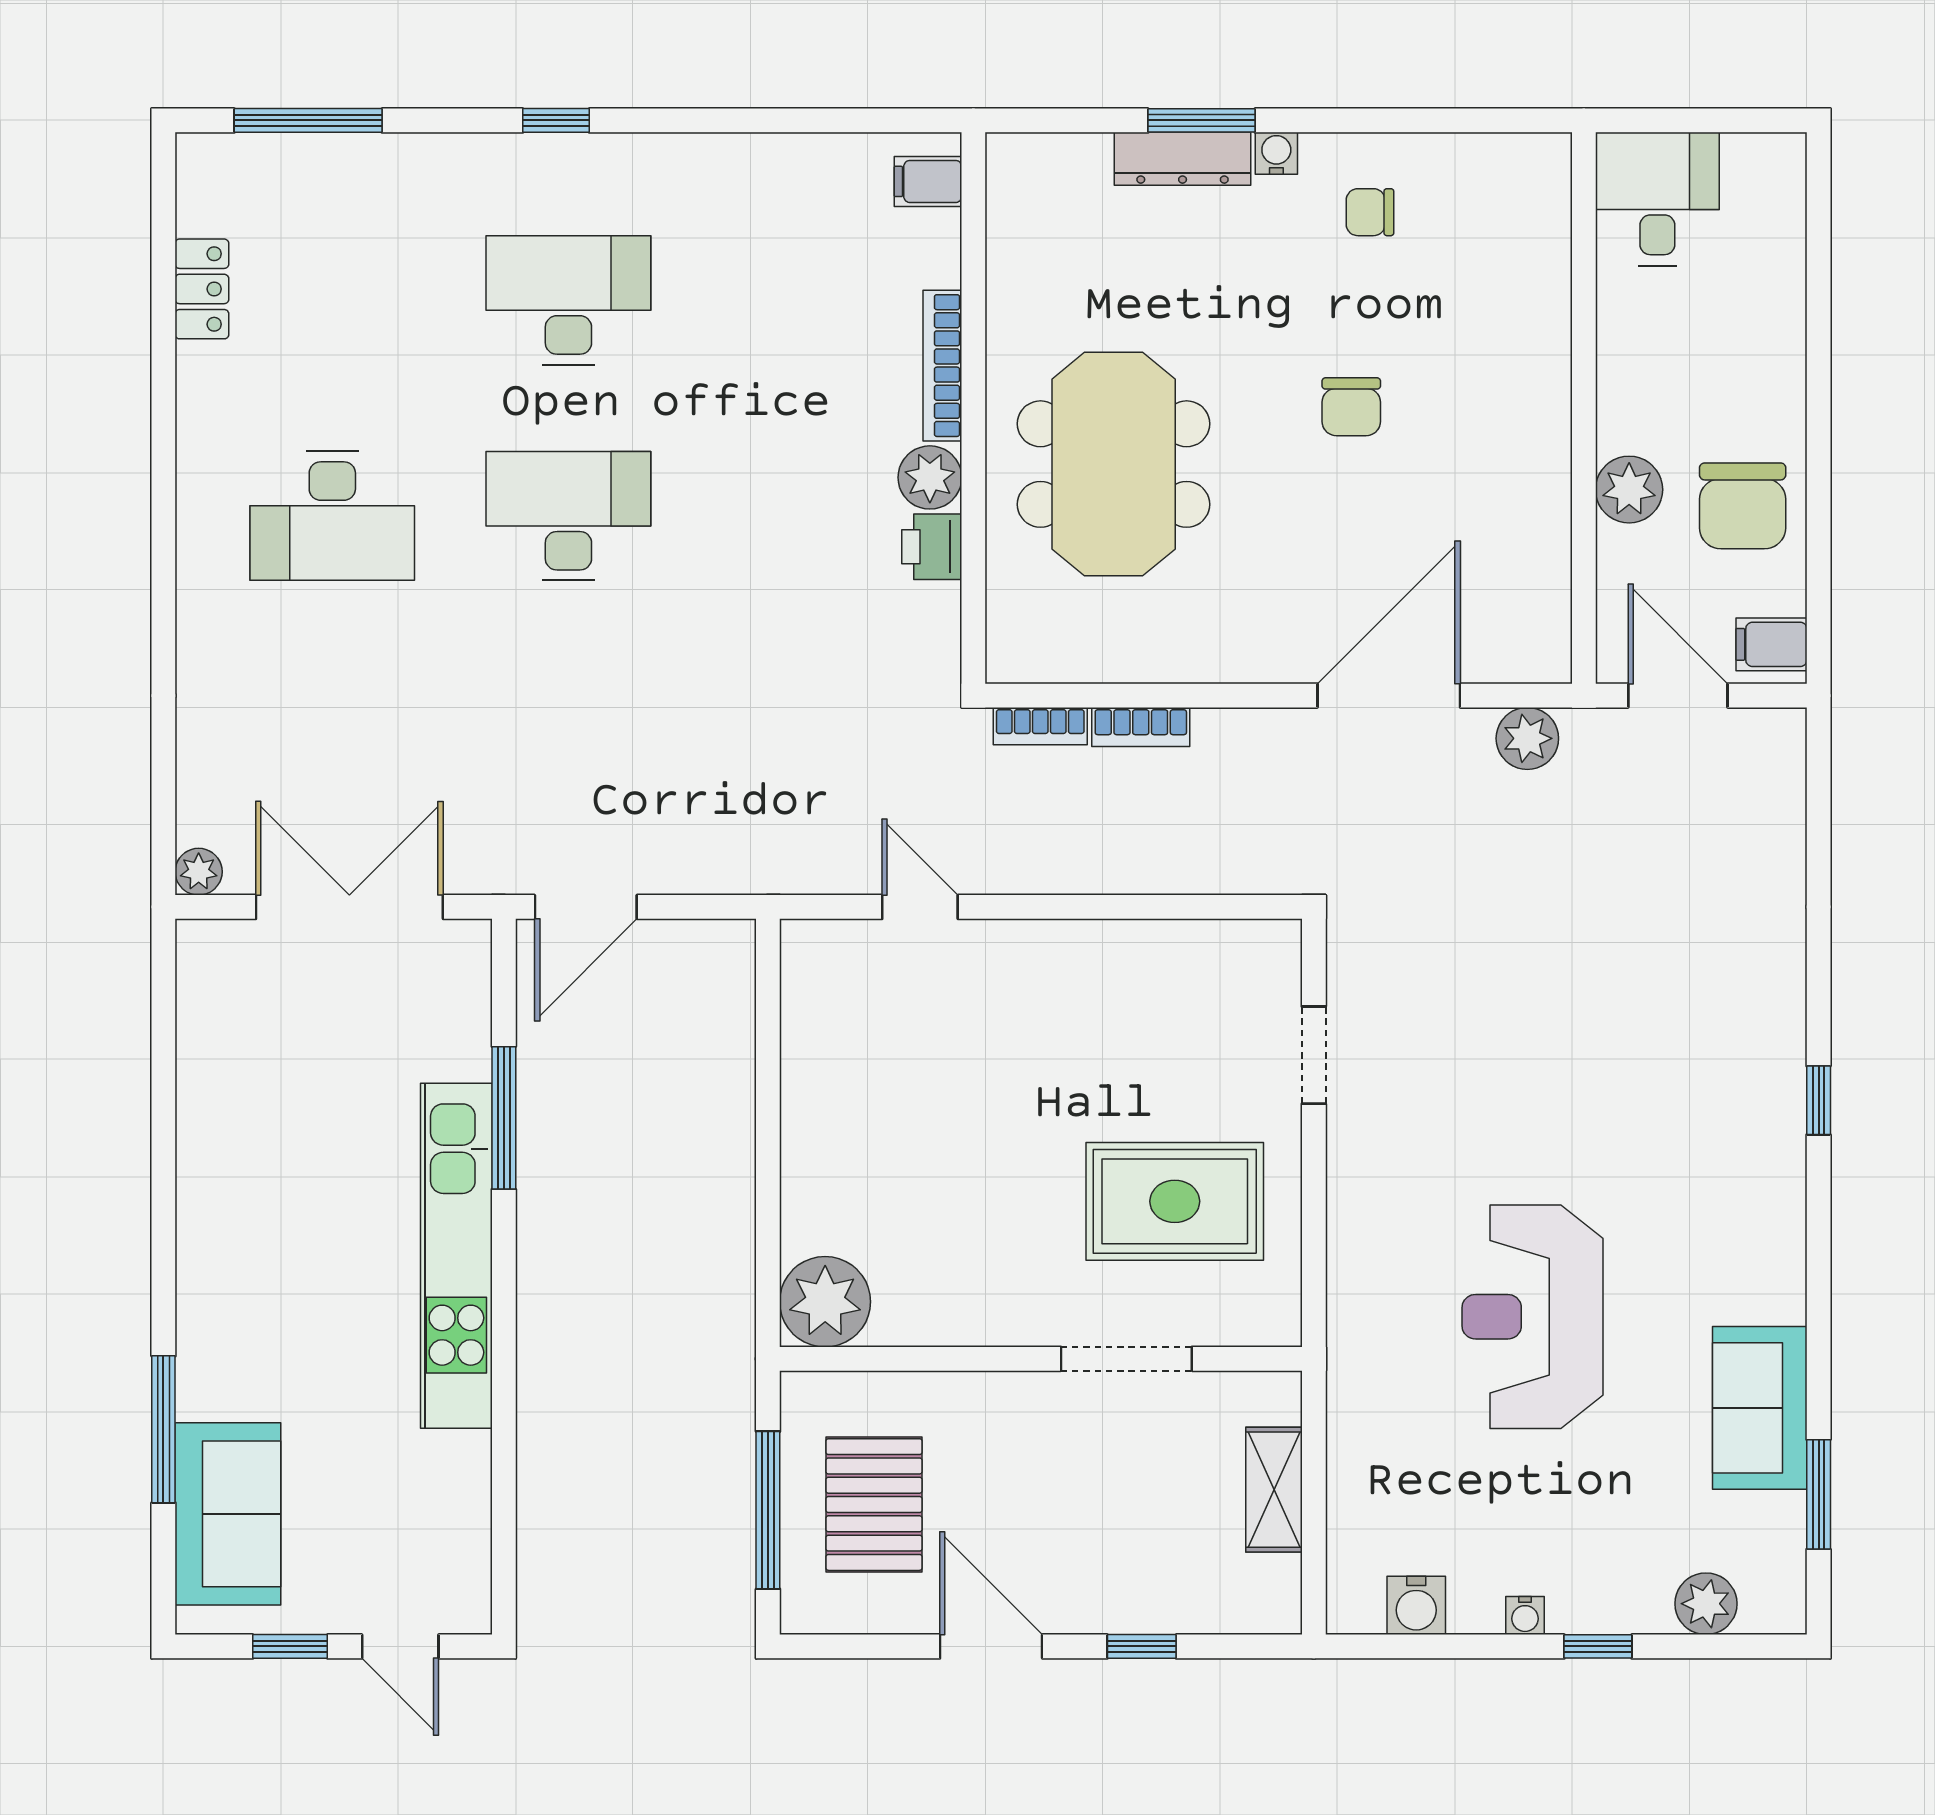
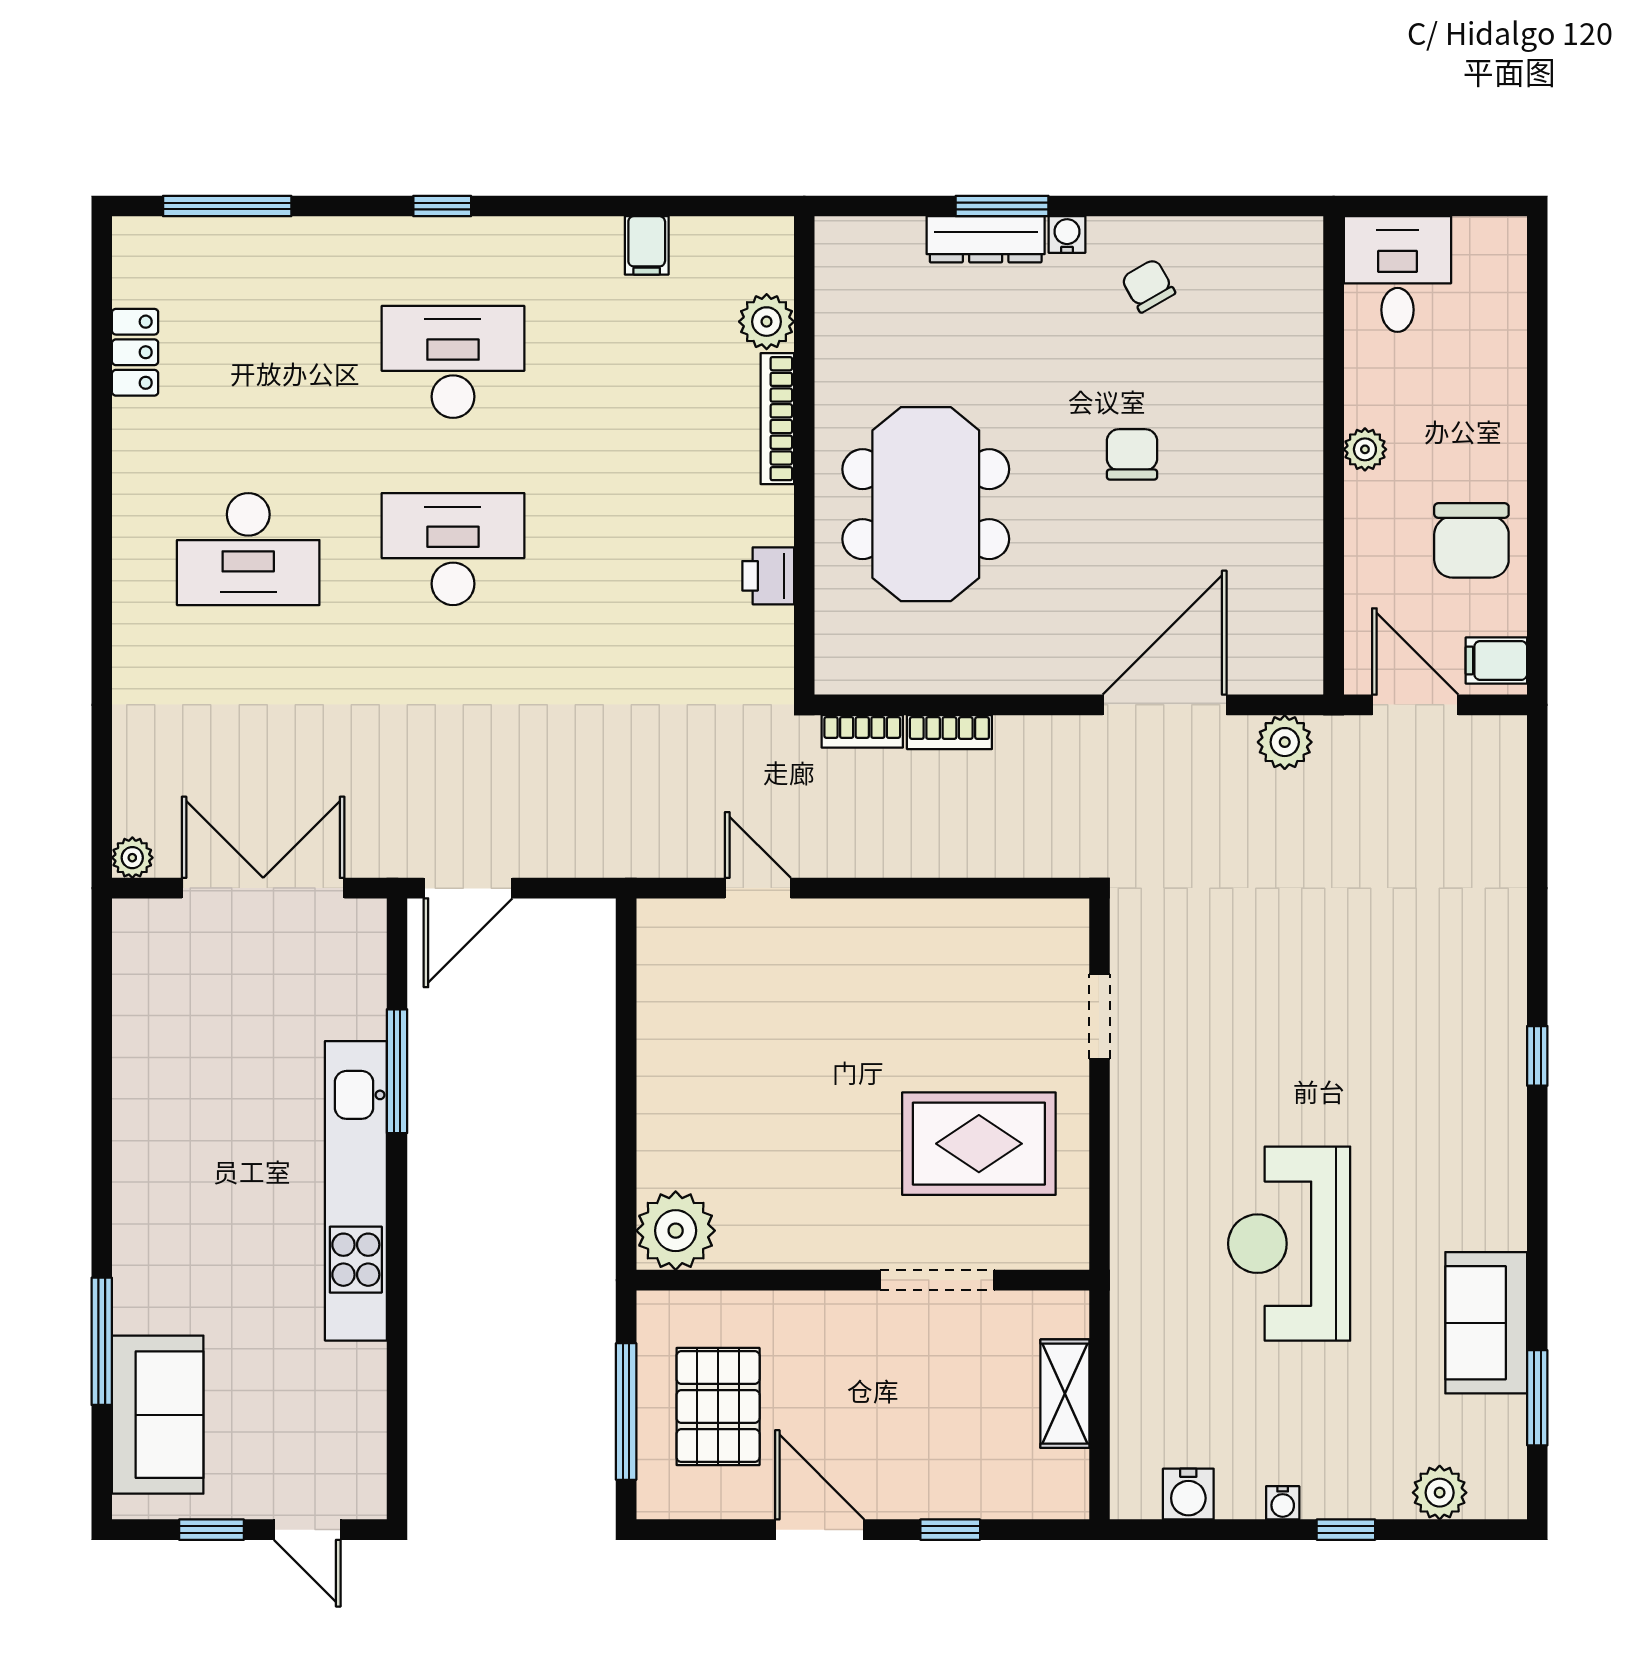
filing cabinet: (928, 181) -> (647, 245), moved, turned -90
chair: (1370, 212) -> (1148, 286), turned 60
chair: (1351, 407) -> (1132, 454), turned 180
plant: (930, 477) -> (767, 322), moved
plant: (1629, 490) -> (1365, 449), moved, width x0.73, depth x0.73

